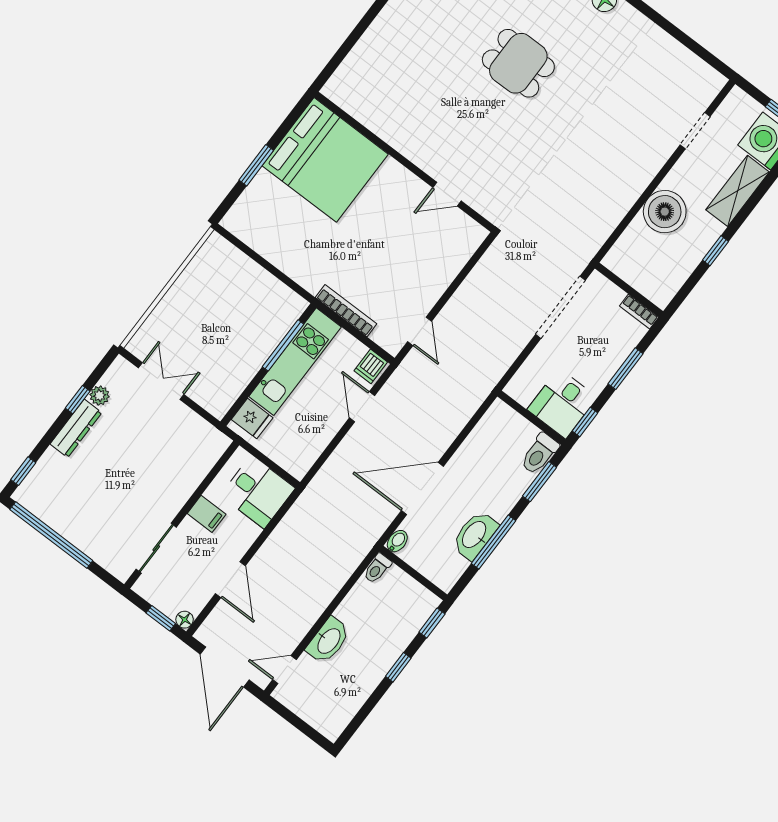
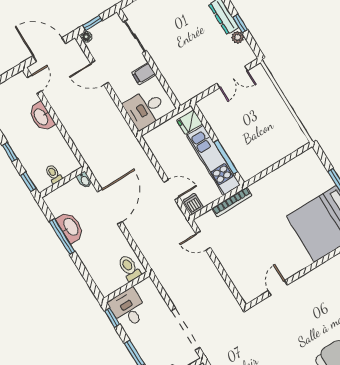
toilet: (539, 454) -> (129, 268), moved
window: (540, 482) -> (87, 277), removed
toilet: (377, 568) -> (54, 174), moved

